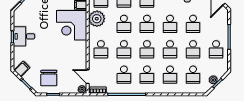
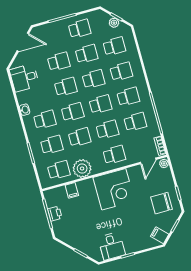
corner desk: (72, 25) -> (114, 189), moved
desk: (24, 36) -> (112, 246), moved
chair: (49, 78) -> (162, 203), turned 180

